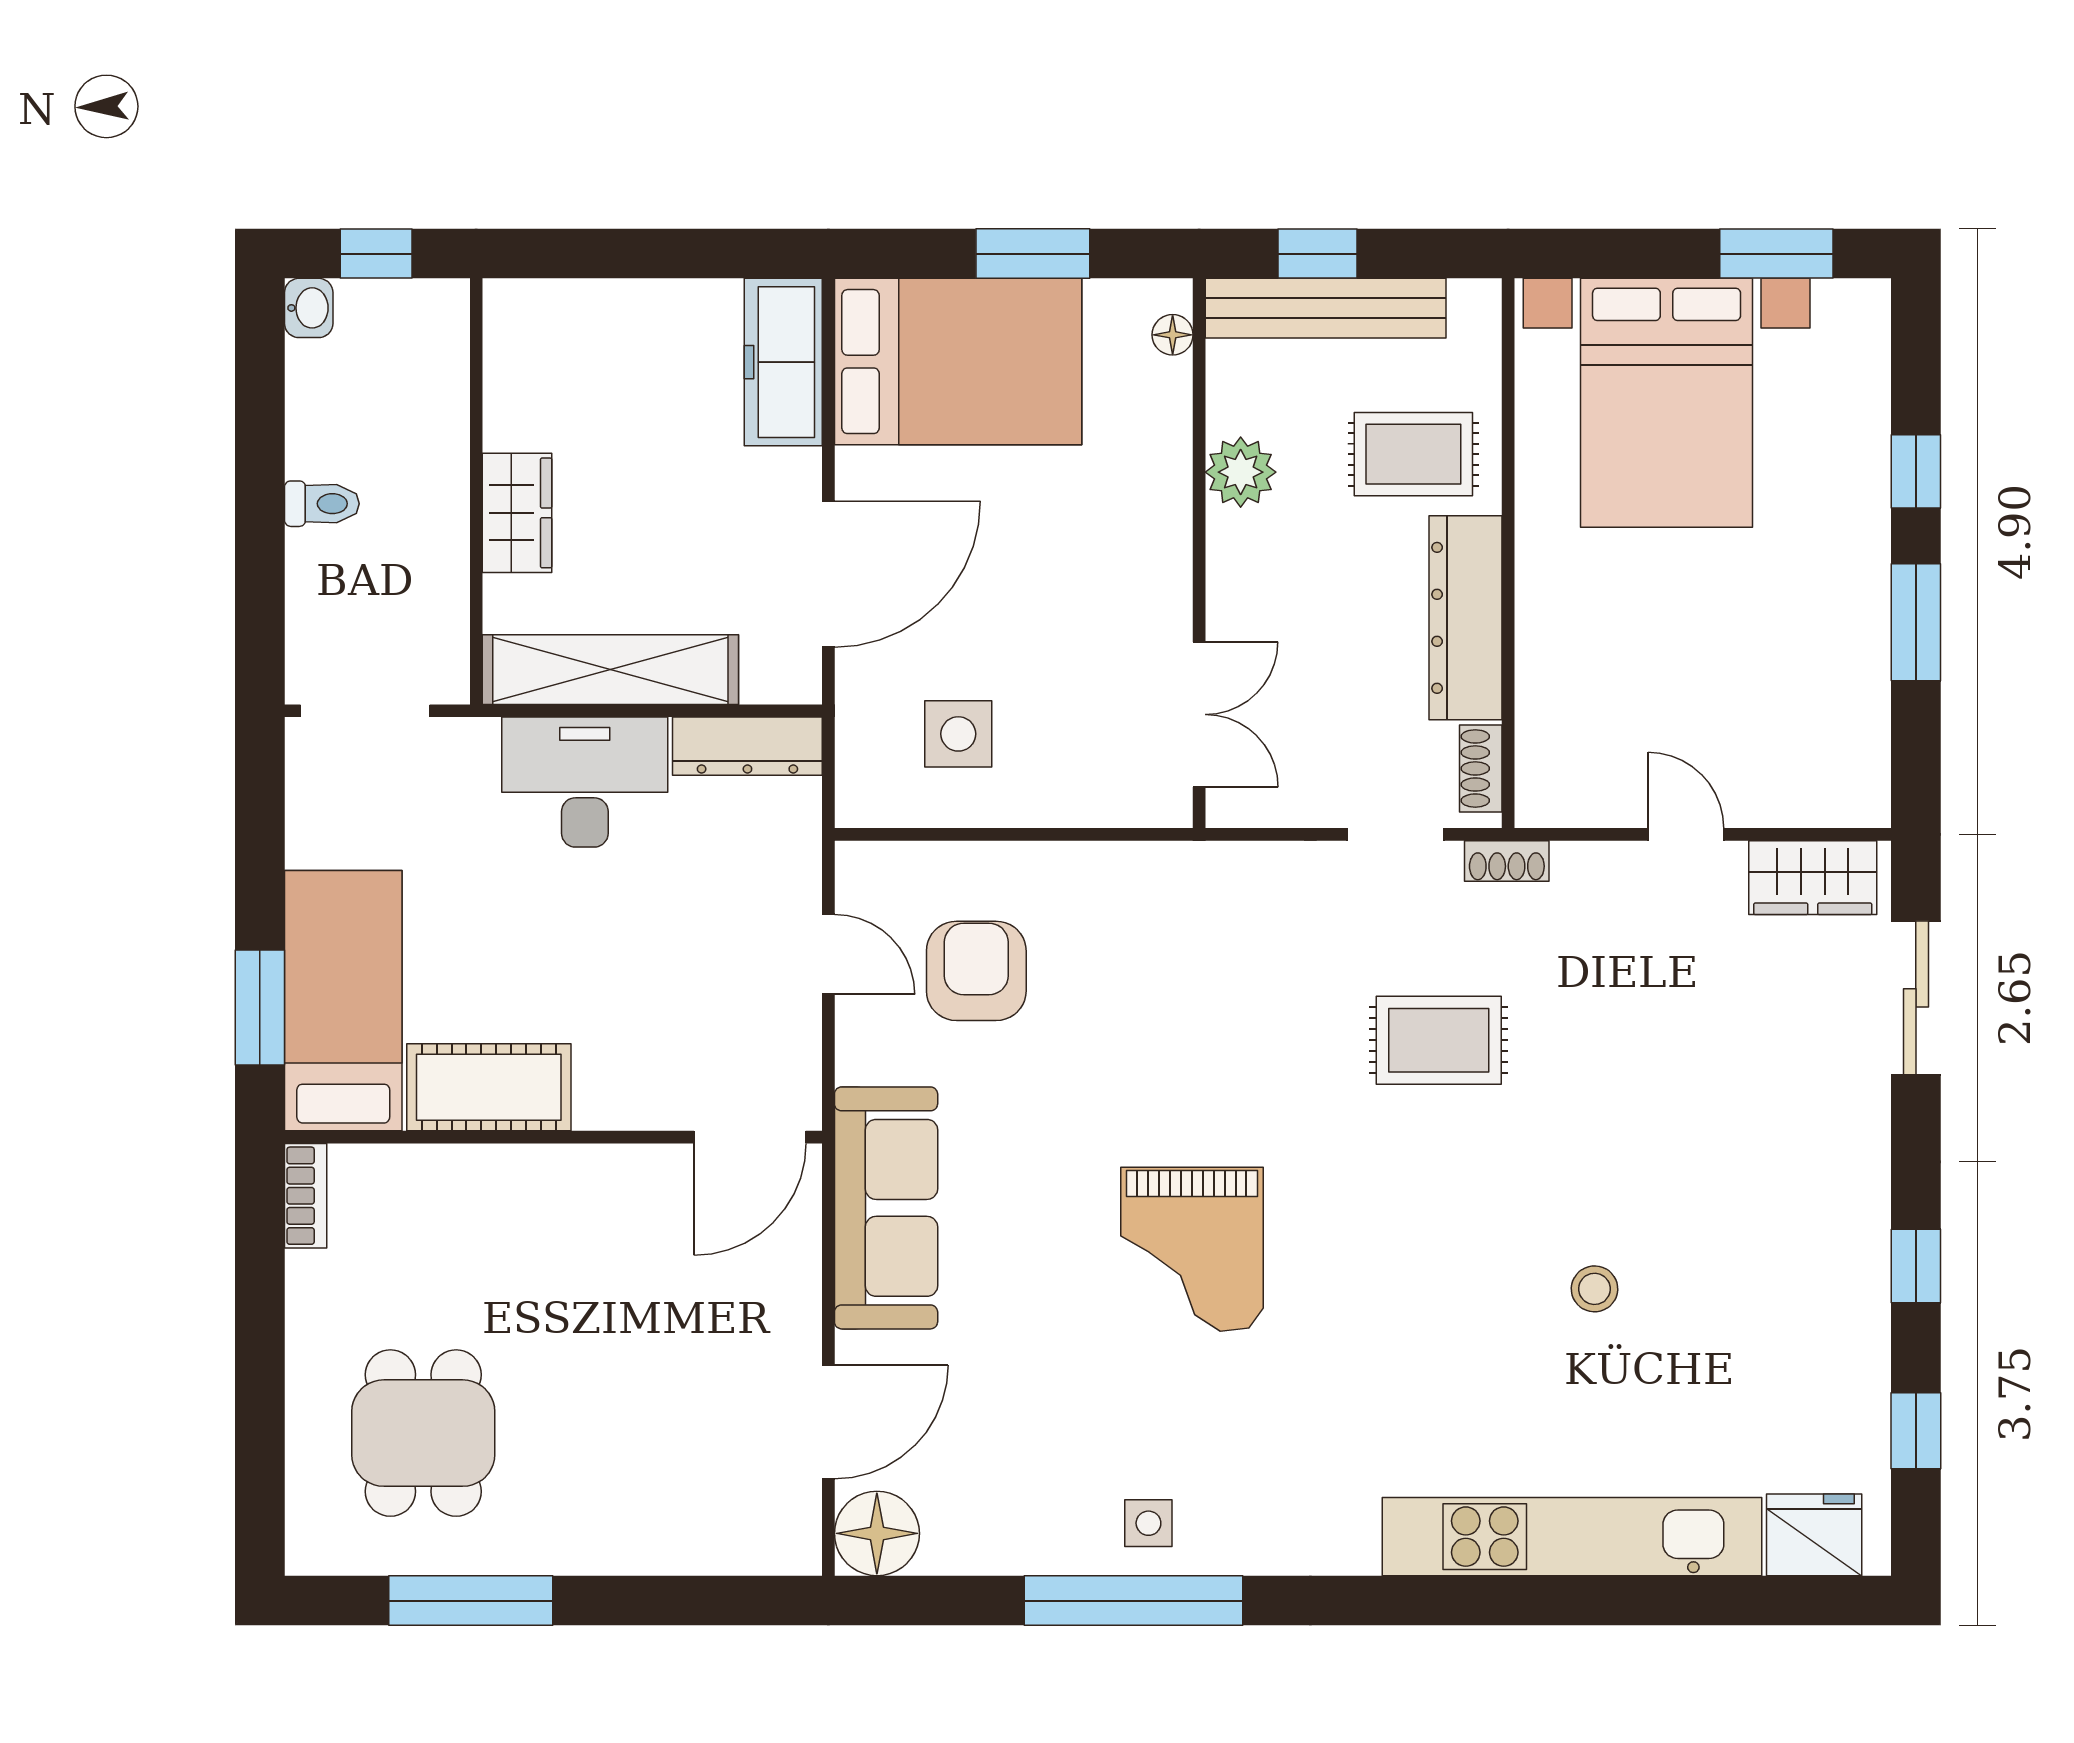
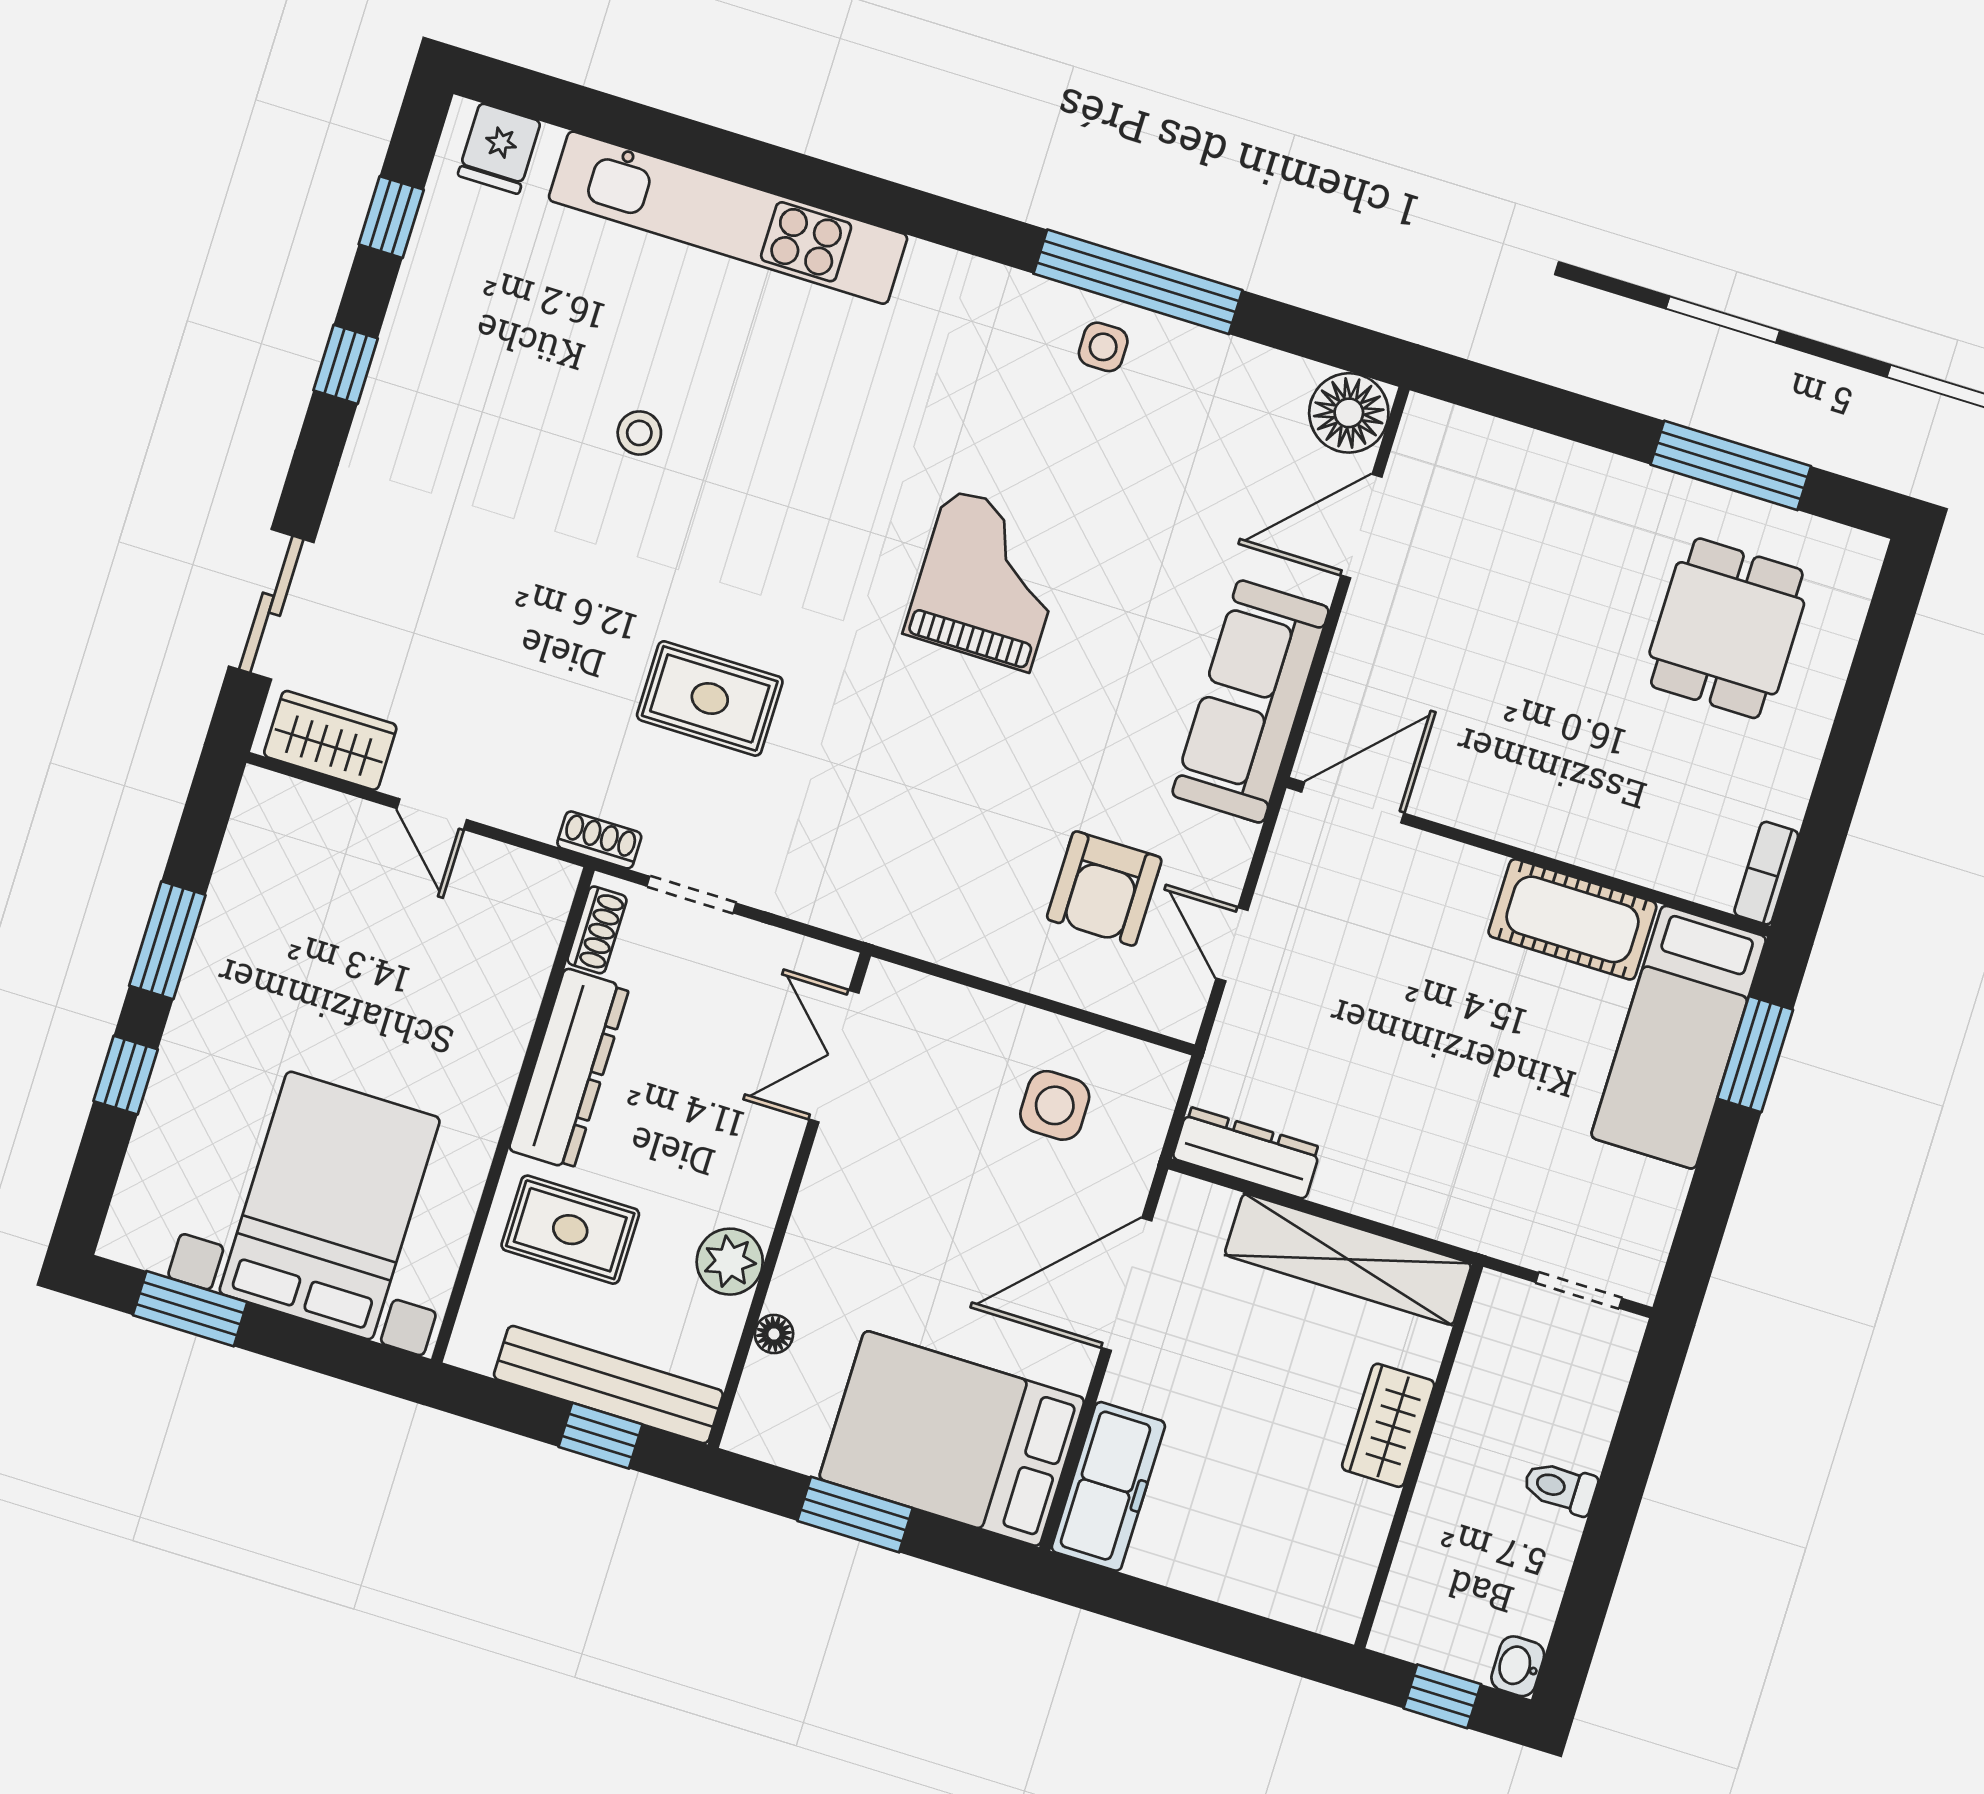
floor lamp: (1173, 335) -> (774, 1334), moved
doorway: (365, 711) -> (1579, 1290), width x0.73
desk: (585, 782) -> (1402, 1166), removed
fridge: (1814, 1535) -> (499, 148), width x0.72

